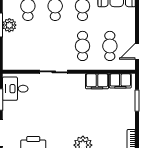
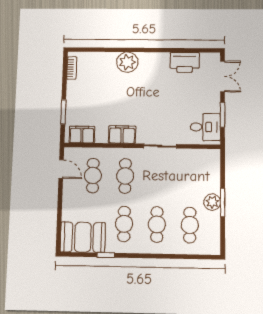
door: (137, 51) -> (61, 169), hinge flipped
filing cabinet: (97, 81) -> (122, 135), moved

